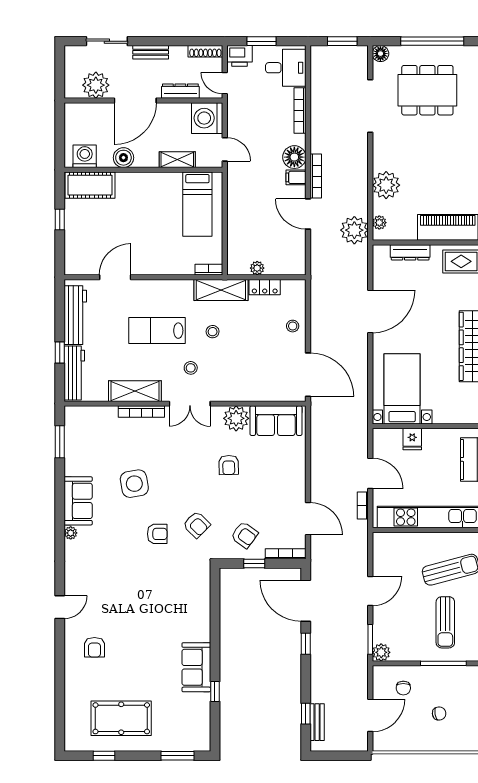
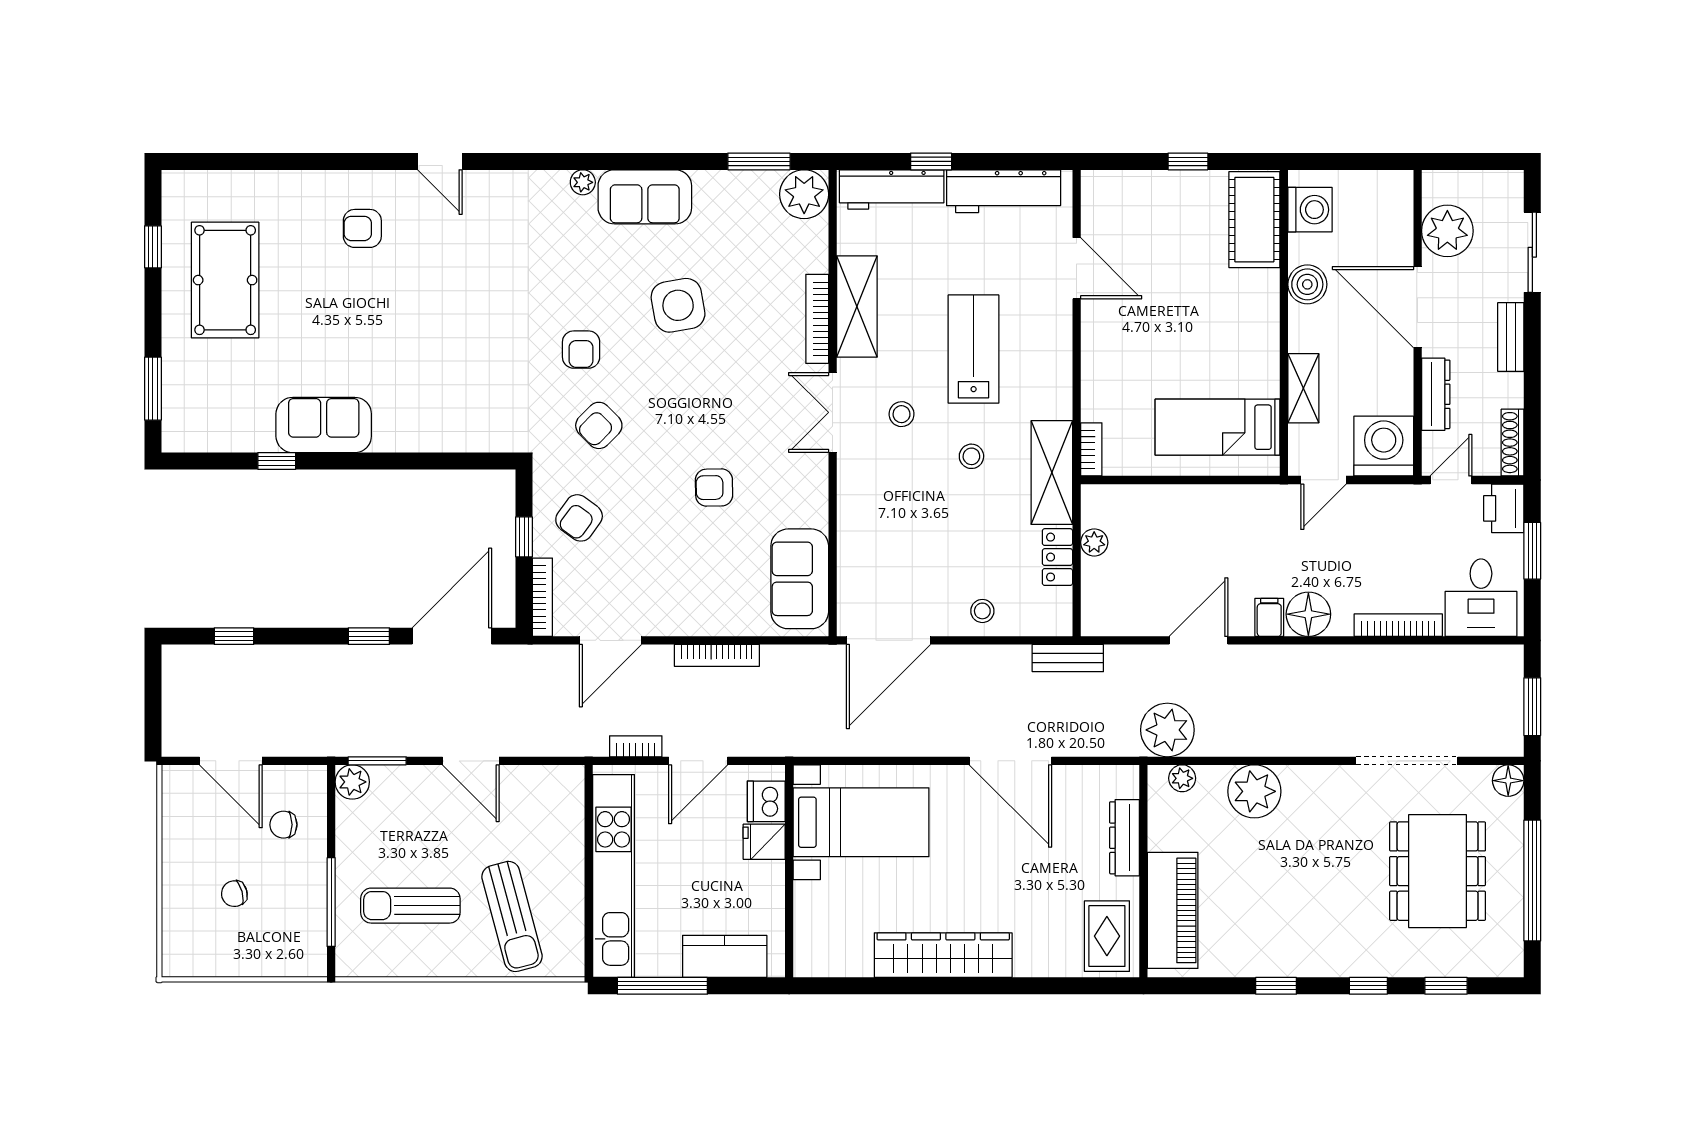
bookcase: (316, 176) -> (717, 655), moved
plant: (236, 418) -> (804, 194), moved
dishwasher: (391, 438) -> (766, 801), added
chair: (439, 714) -> (234, 894), turned 84
bench: (317, 722) -> (1068, 658), moved

